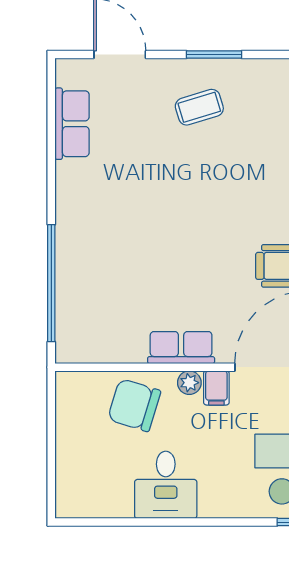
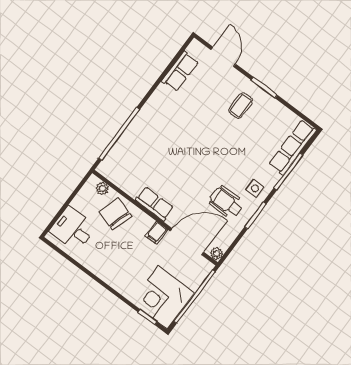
coffee table: (199, 107) -> (241, 106), turned -73
plant: (189, 383) -> (102, 189), moved
desk: (166, 485) -> (73, 229), moved, turned 90

